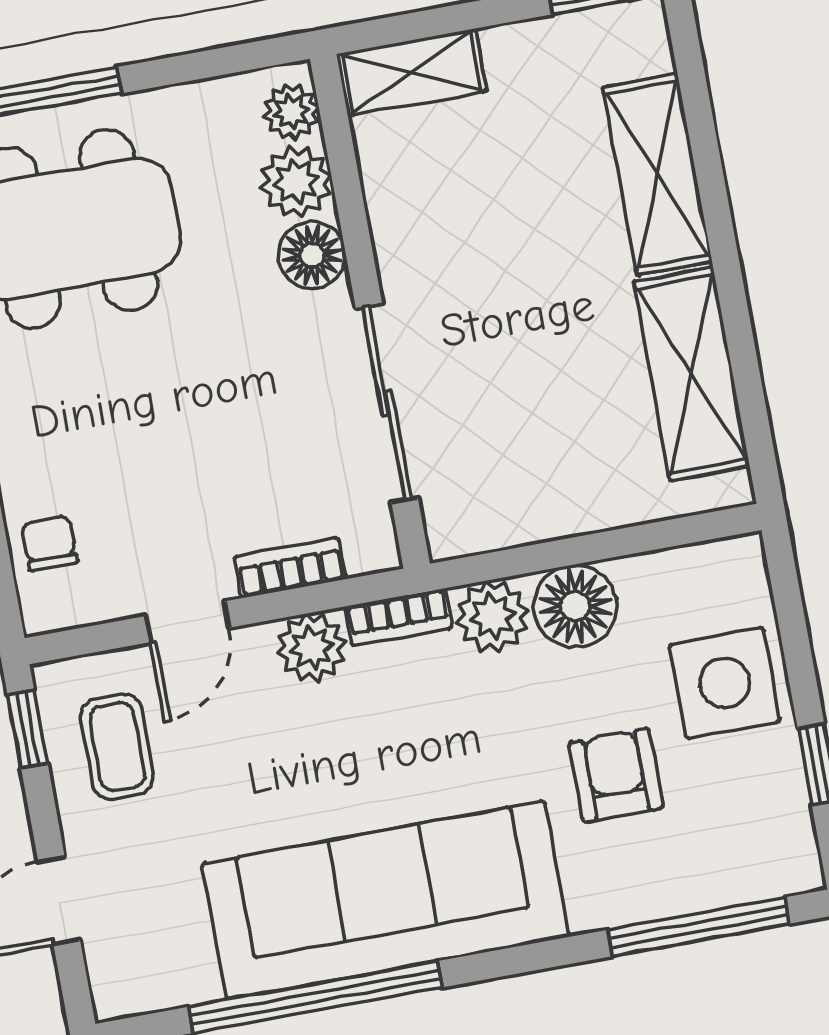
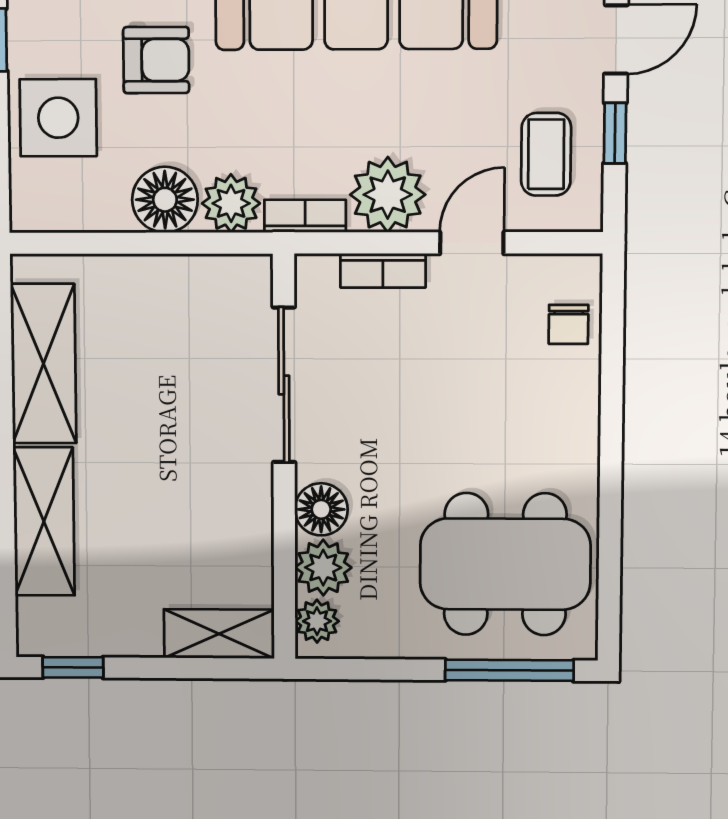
plant: (312, 648) -> (388, 195), width x1.36, depth x1.36
window: (28, 729) -> (615, 133), moved
armchair: (616, 775) -> (156, 60), turned -90

